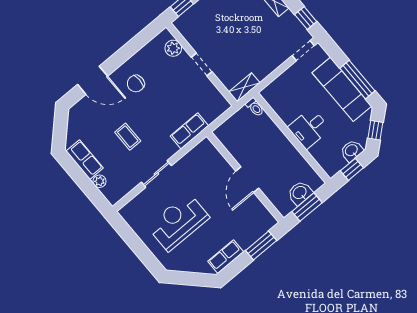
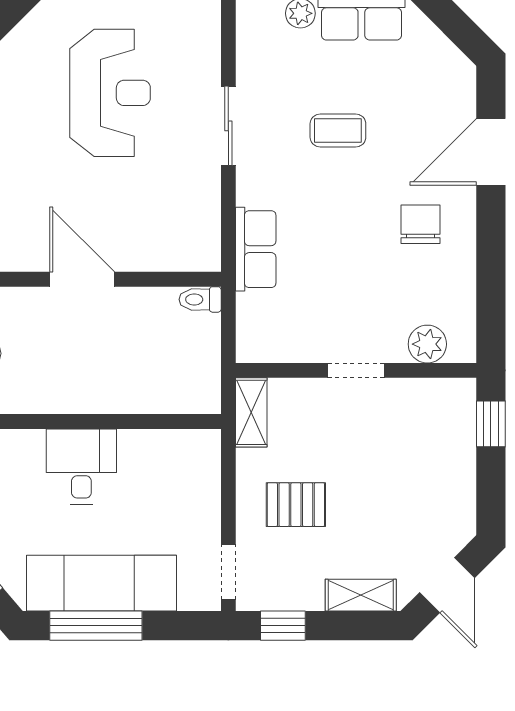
pallet: (262, 47) -> (296, 505), added
toilet: (255, 107) -> (200, 299), moved

